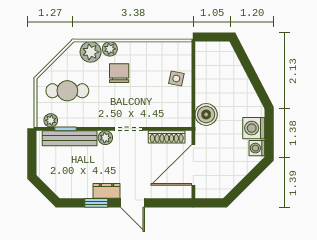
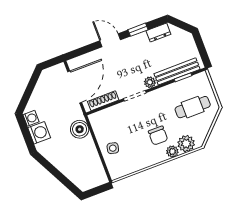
plant: (51, 120) -> (197, 80), removed
dresser: (107, 191) -> (158, 32), moved

